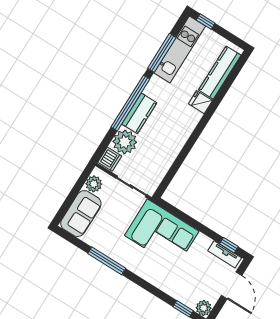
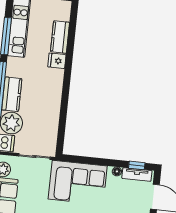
kitchen counter: (220, 73) -> (60, 37), width x0.67
floor lamp: (206, 241) -> (117, 171), added

